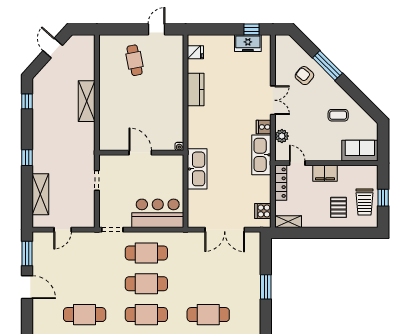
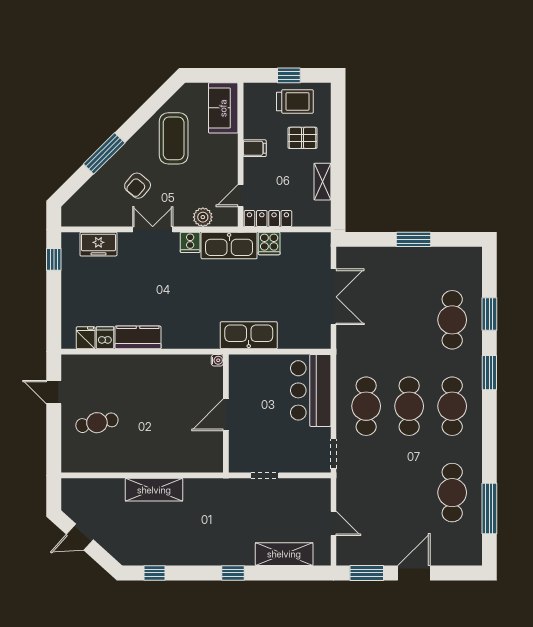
freezer: (248, 43) -> (98, 244), moved, turned 90
dishwasher: (195, 66) -> (105, 338), added
armchair: (304, 76) -> (138, 186), moved
coffee table: (338, 115) -> (174, 138), width x1.86, depth x1.72
filing cabinet: (325, 173) -> (255, 148), width x0.50
cooker: (263, 211) -> (269, 243), moved
shelving: (288, 222) -> (322, 182), moved

